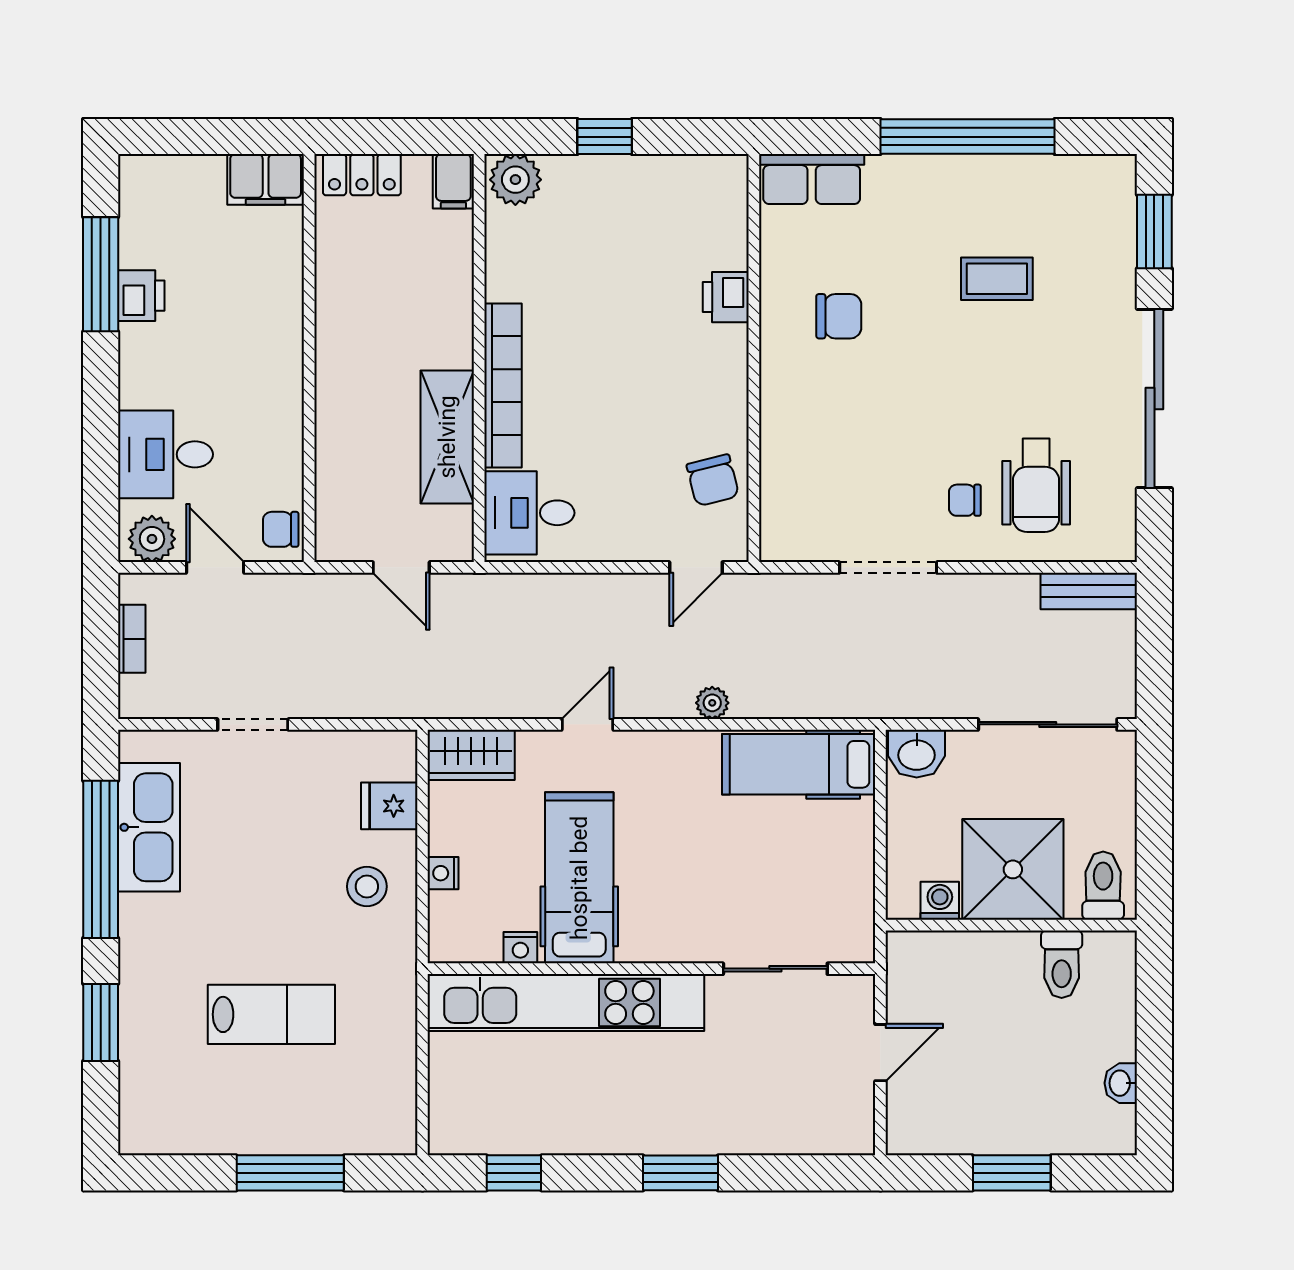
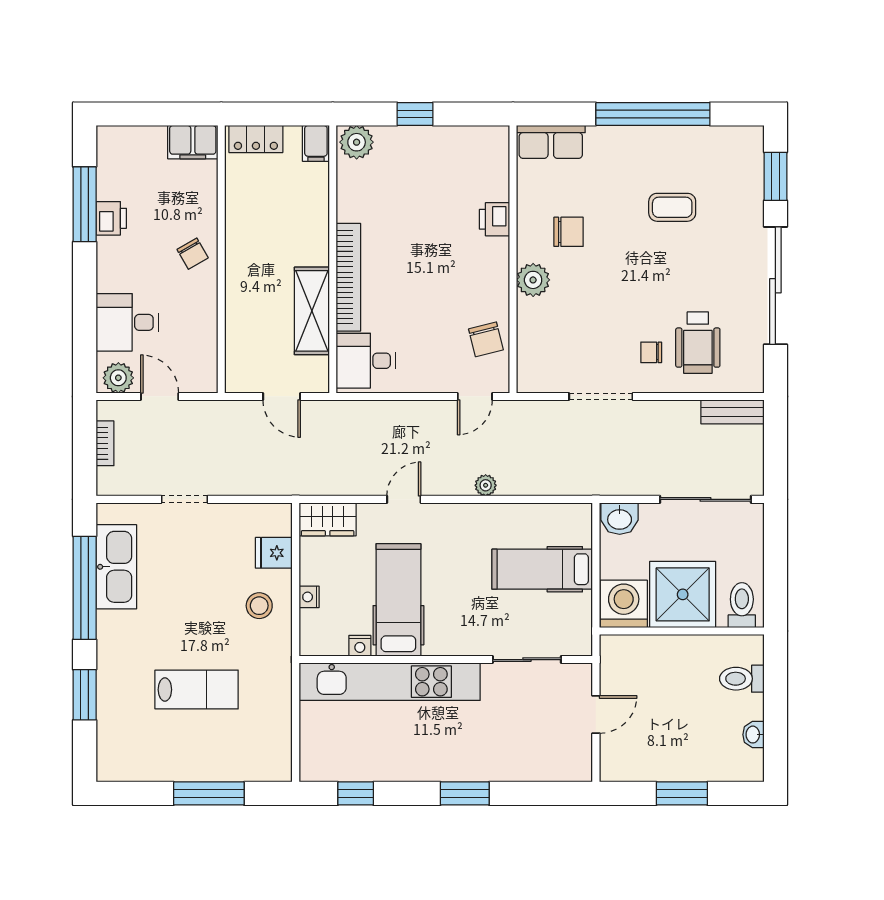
plant: (785, 390) -> (533, 280), added
chair: (281, 529) -> (193, 254), moved, turned -120
hospital bed: (799, 764) -> (542, 569), moved
washing machine: (940, 901) -> (624, 604), width x1.89, depth x1.89
toilet: (1062, 964) -> (742, 679), moved, turned 90

